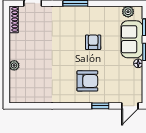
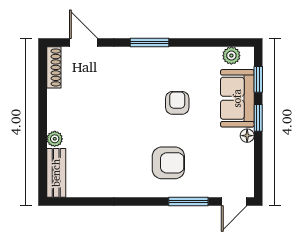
bench: (15, 87) -> (56, 173), added
window: (100, 106) -> (188, 202), width x1.50

